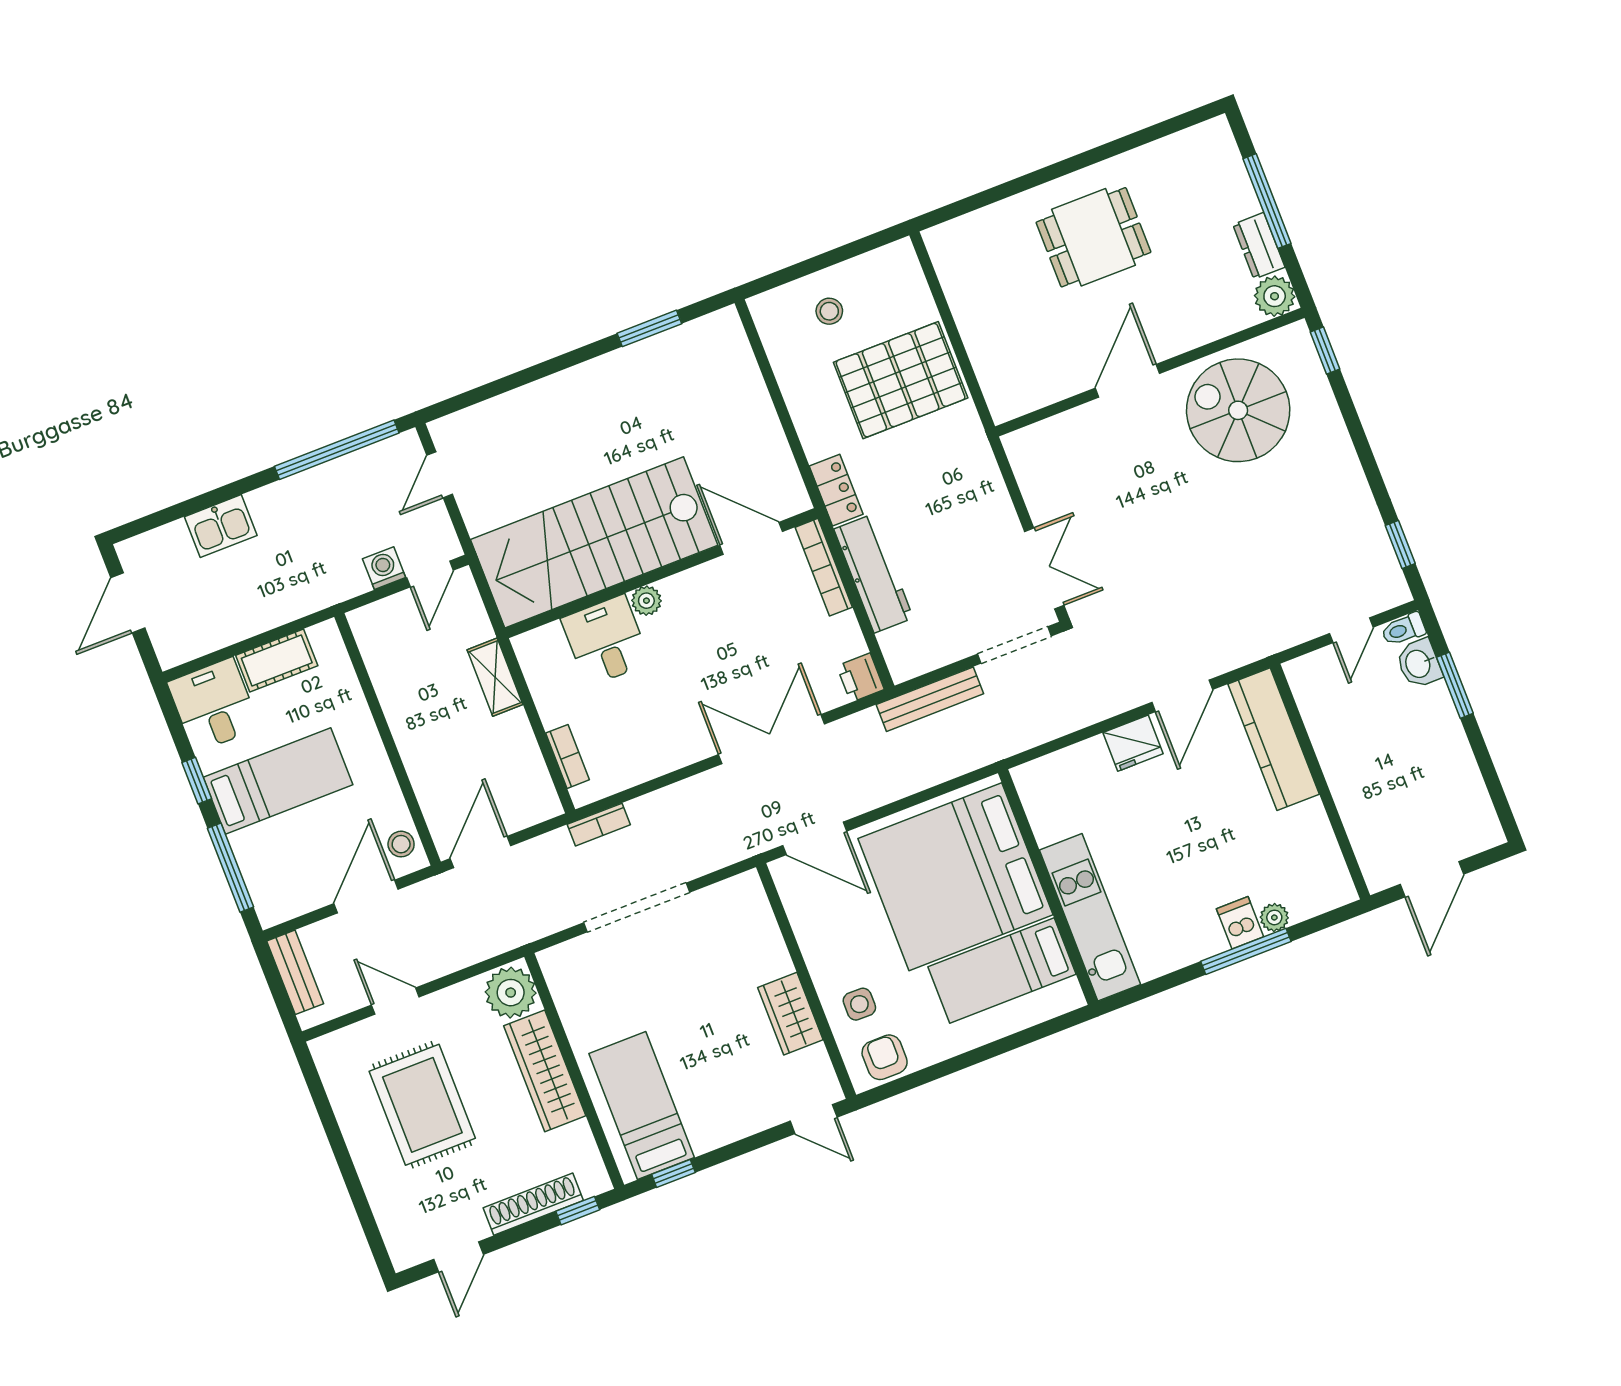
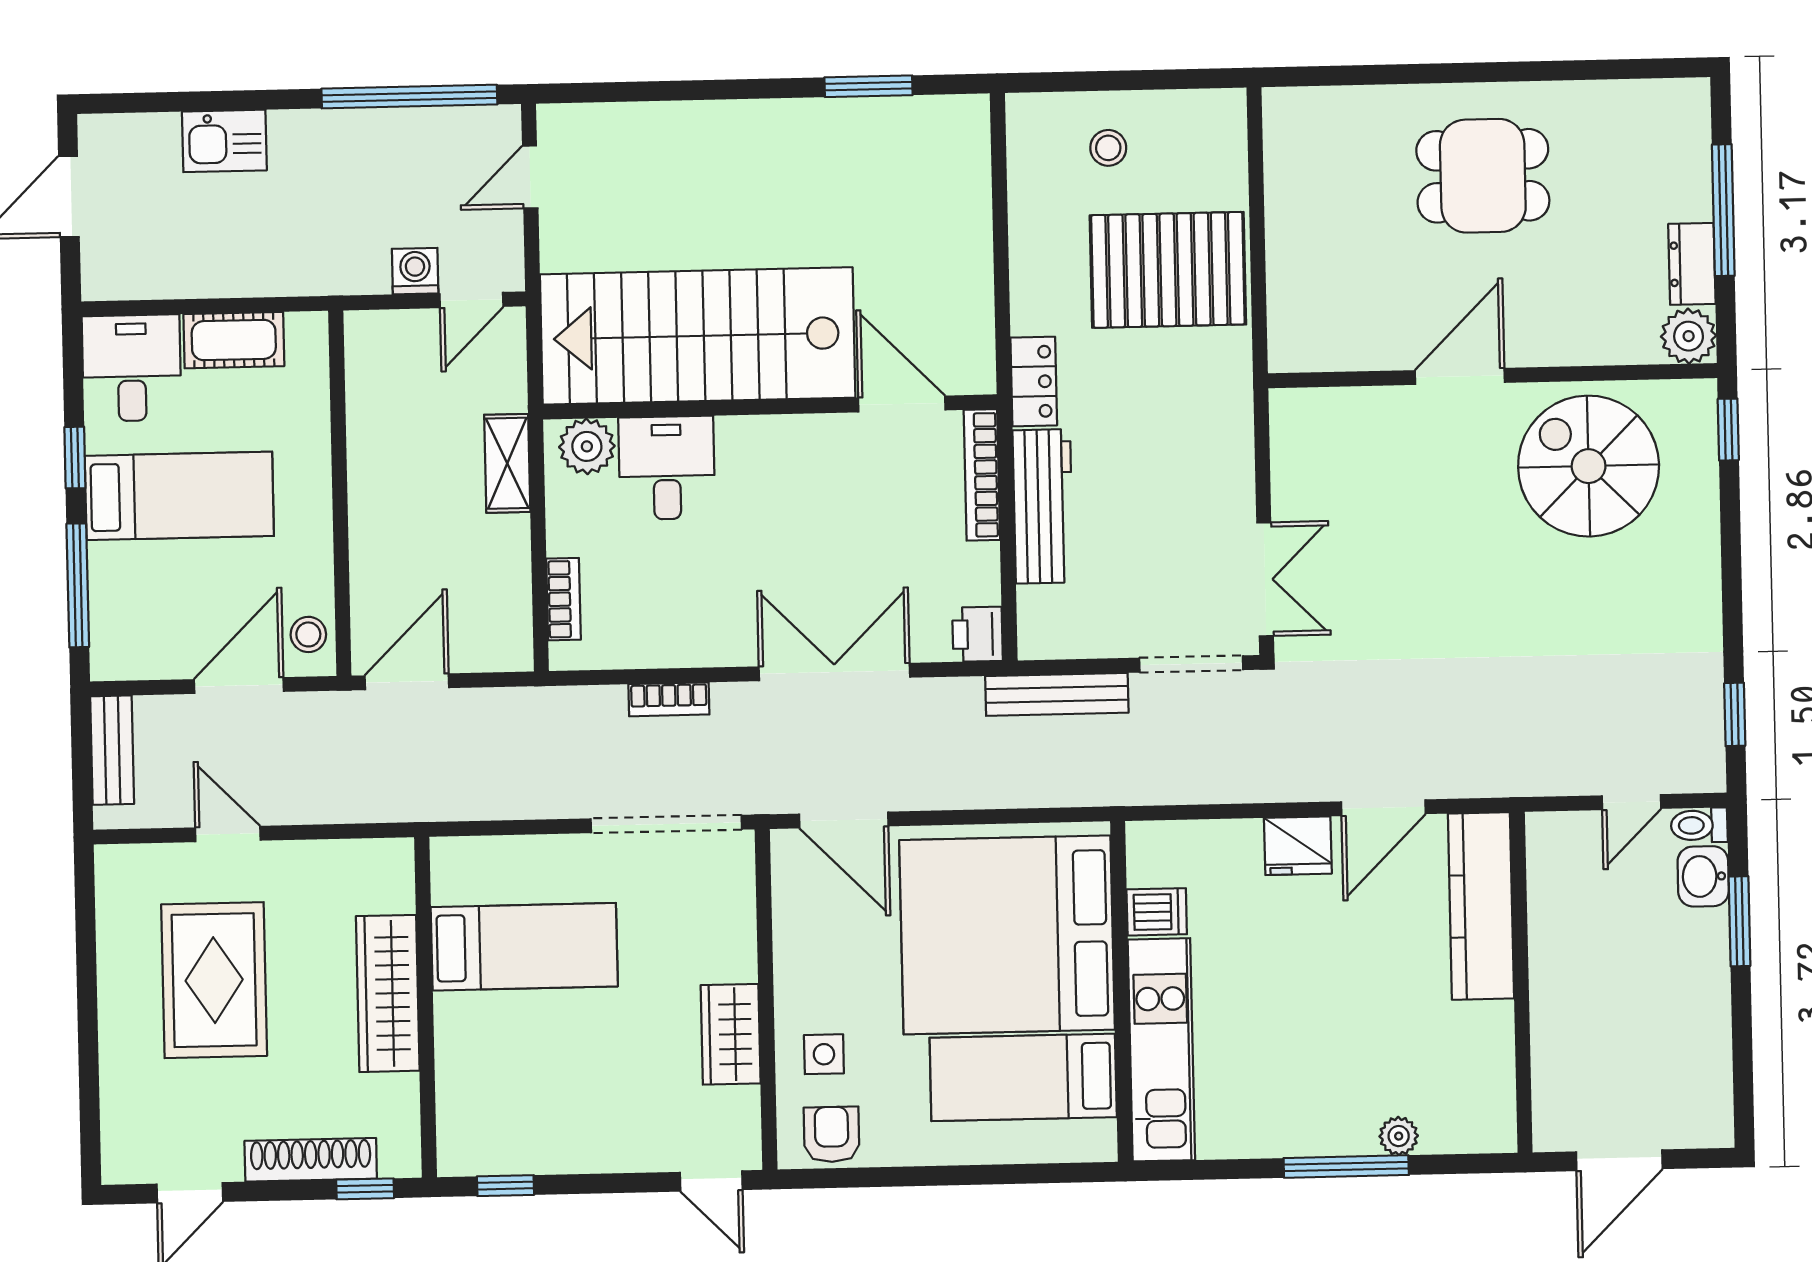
plant: (646, 601) -> (587, 446), moved, width x1.38, depth x1.38
bookcase: (599, 825) -> (669, 699), moved
doorway: (637, 907) -> (666, 824), moved
dishwasher: (1240, 923) -> (1157, 912), moved, turned 90
plant: (511, 993) -> (380, 877), removed
bed: (642, 1105) -> (524, 947), moved, turned 90

